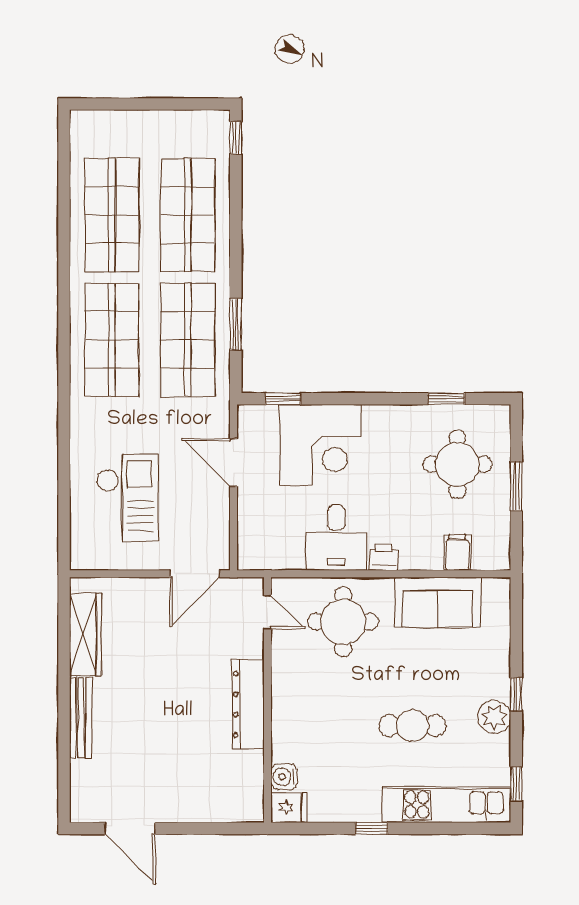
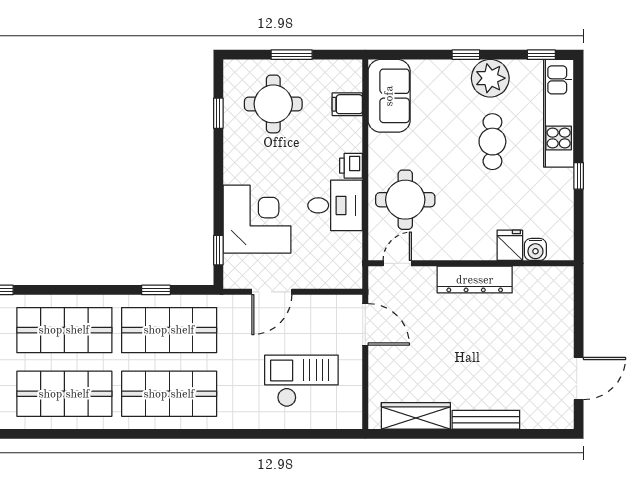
window: (236, 324) -> (156, 290), width x0.67
sofa: (438, 602) -> (389, 96), moved
plant: (494, 717) -> (490, 78), width x1.36, depth x1.36
fridge: (289, 807) -> (510, 245), moved

